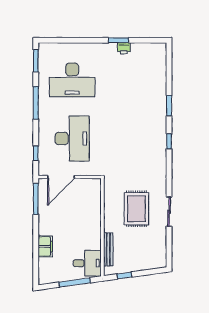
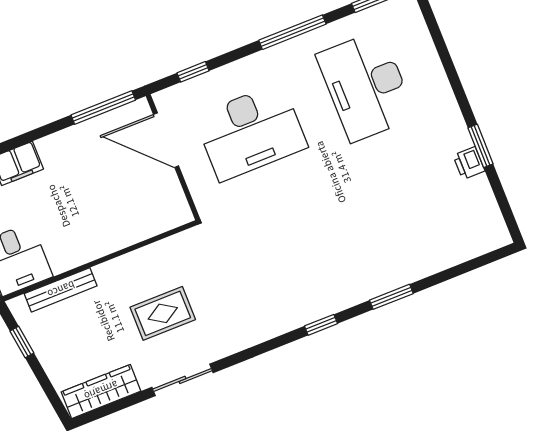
rug: (136, 209) -> (163, 313), width x0.73, depth x0.70
wardrobe: (160, 249) -> (101, 391), added

